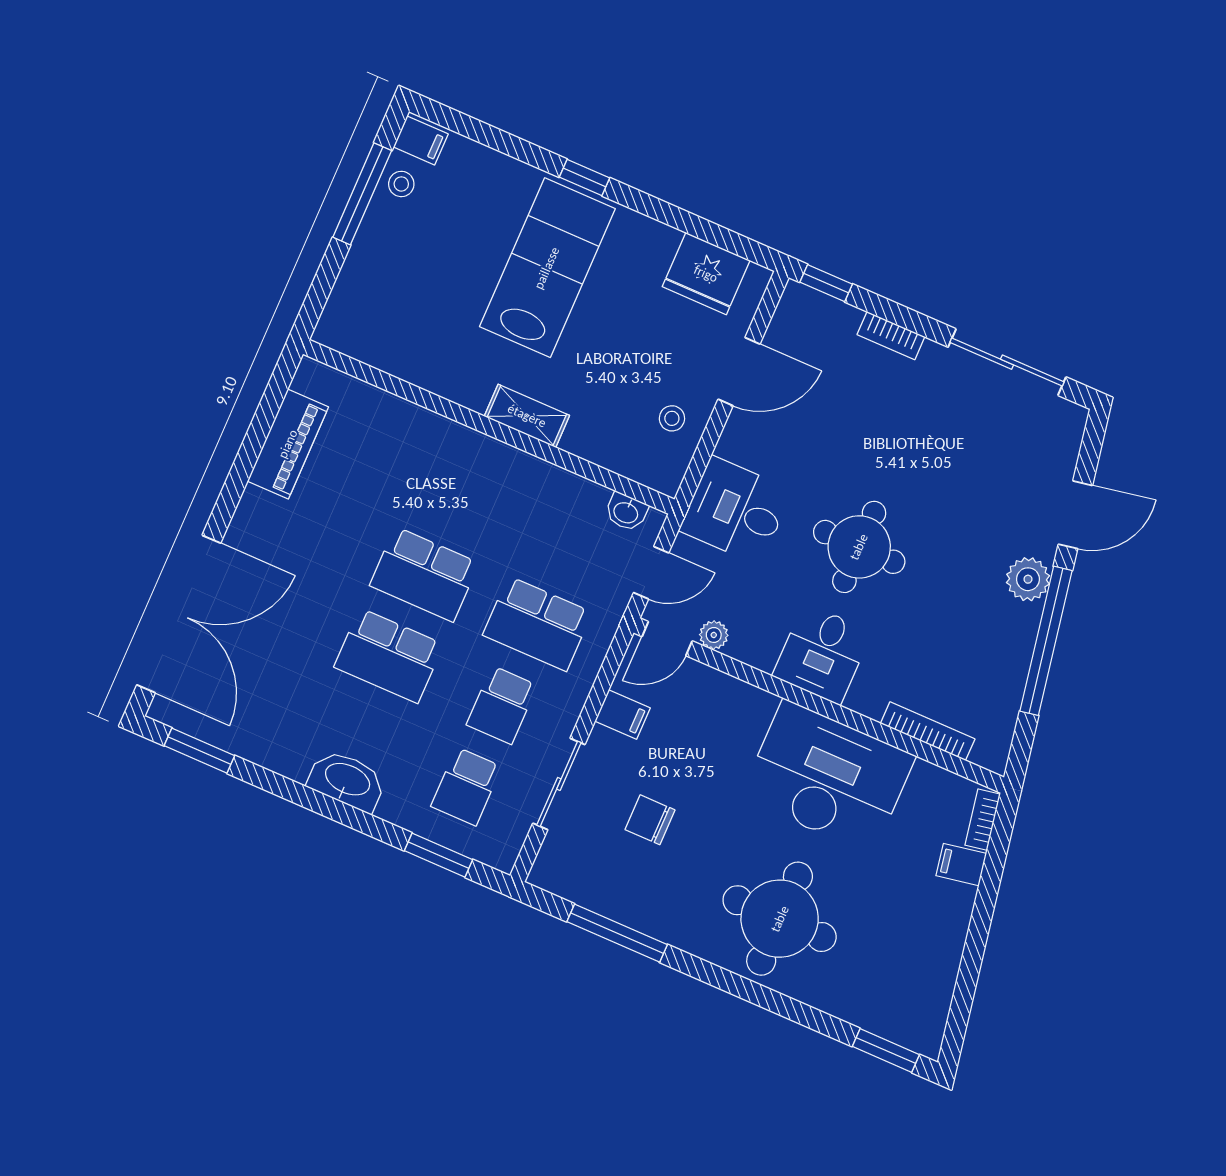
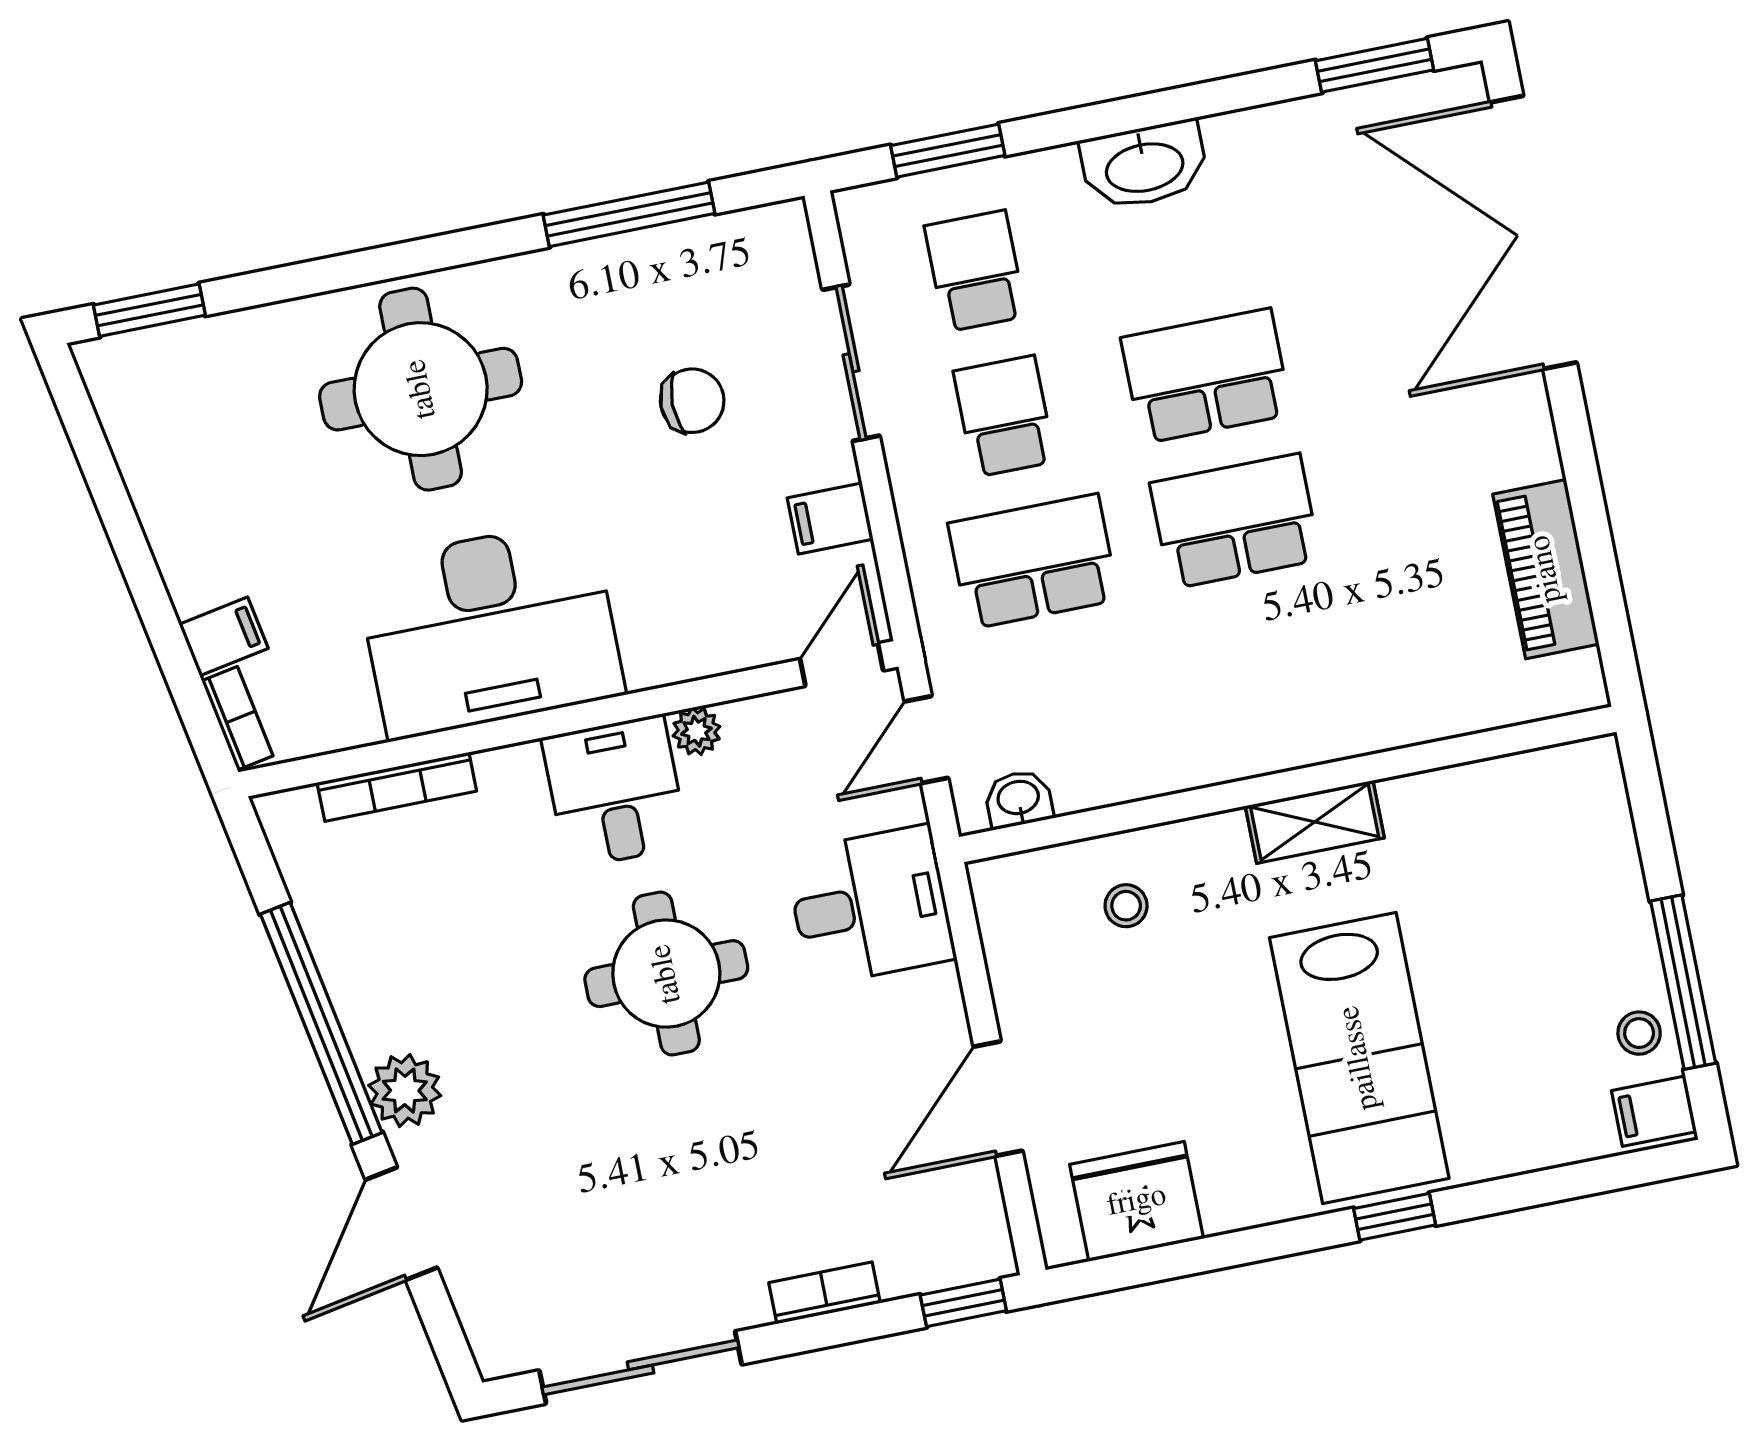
shelving: (527, 416) -> (1315, 822), moved
stool: (672, 418) -> (1126, 906), moved
plant: (714, 635) -> (697, 731), moved

